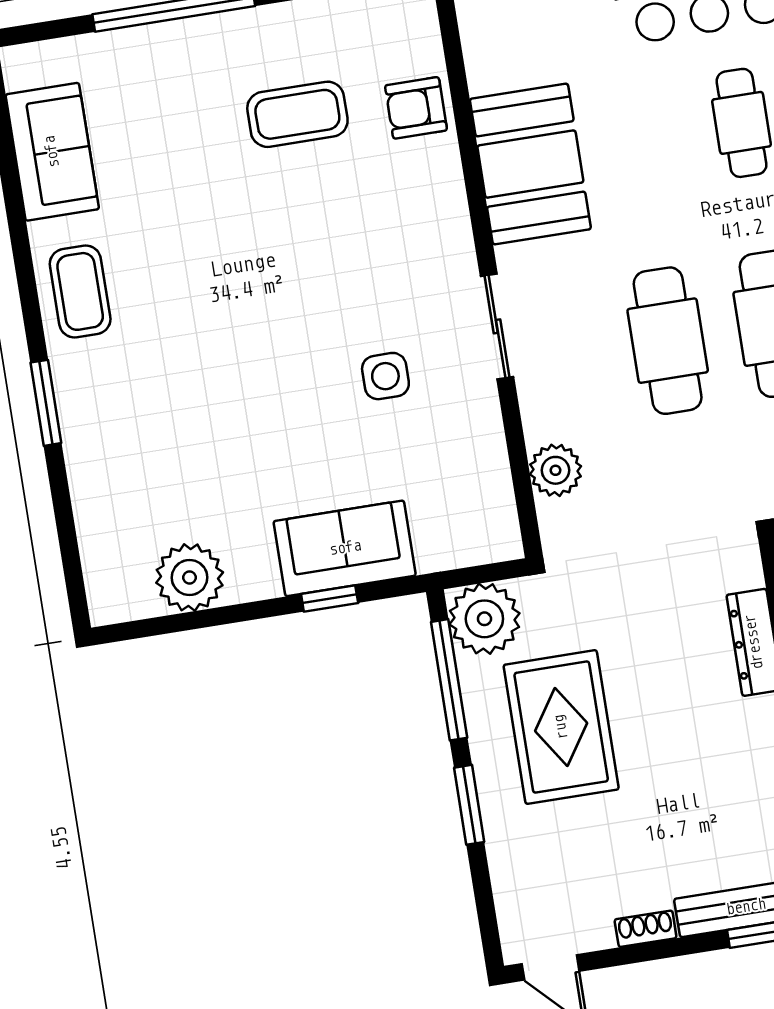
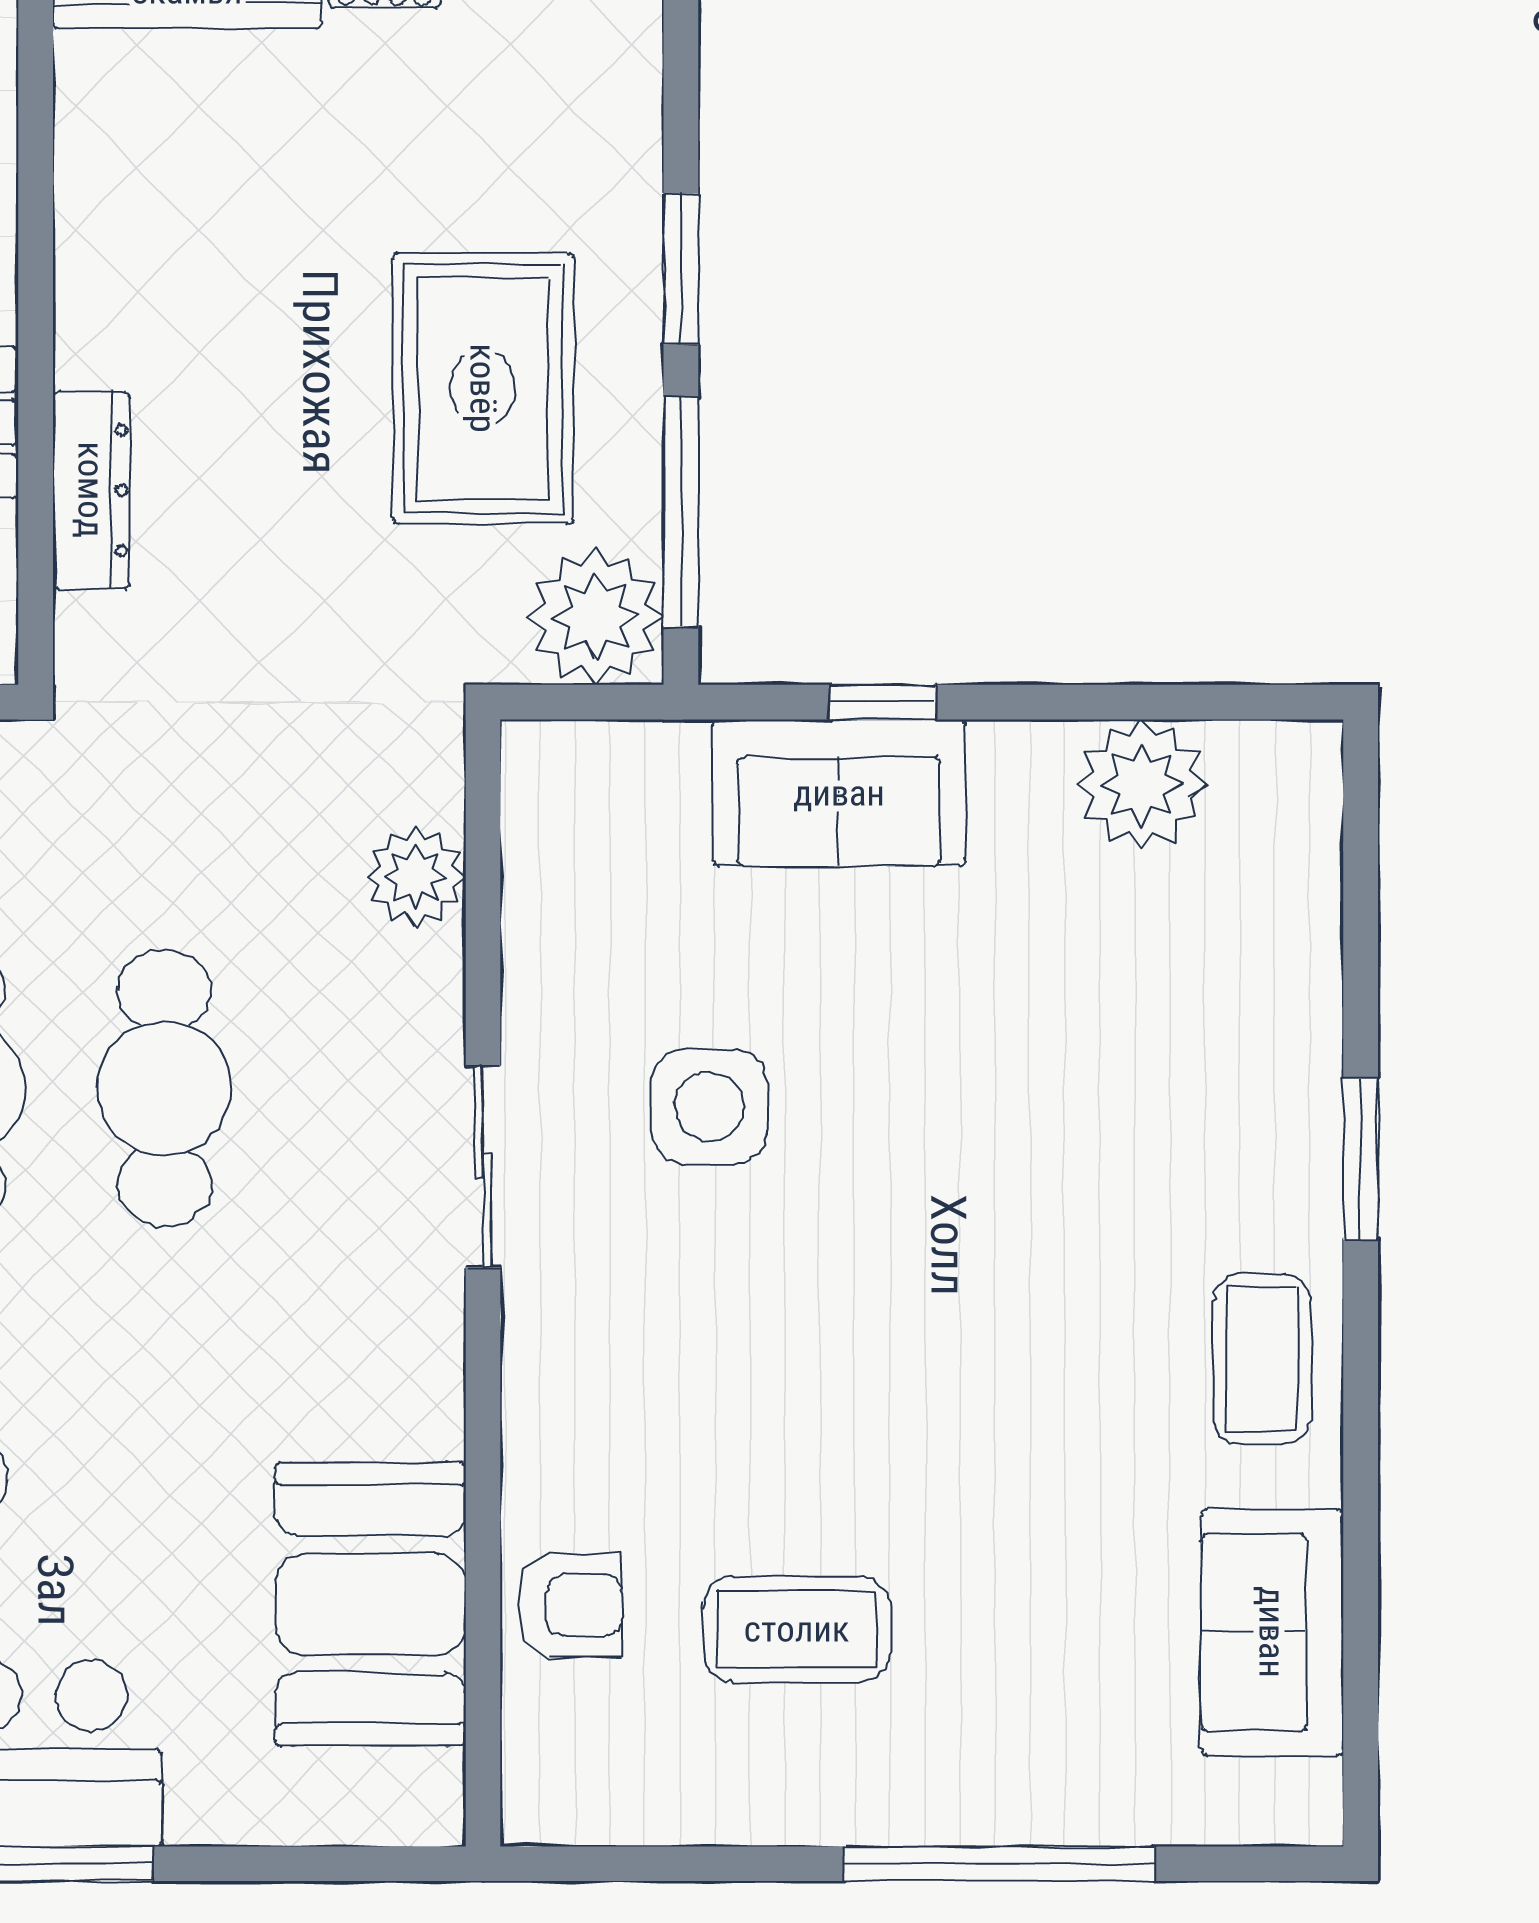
booth: (530, 164) -> (371, 1604), moved
side table: (385, 376) -> (709, 1106), width x1.37, depth x1.37

